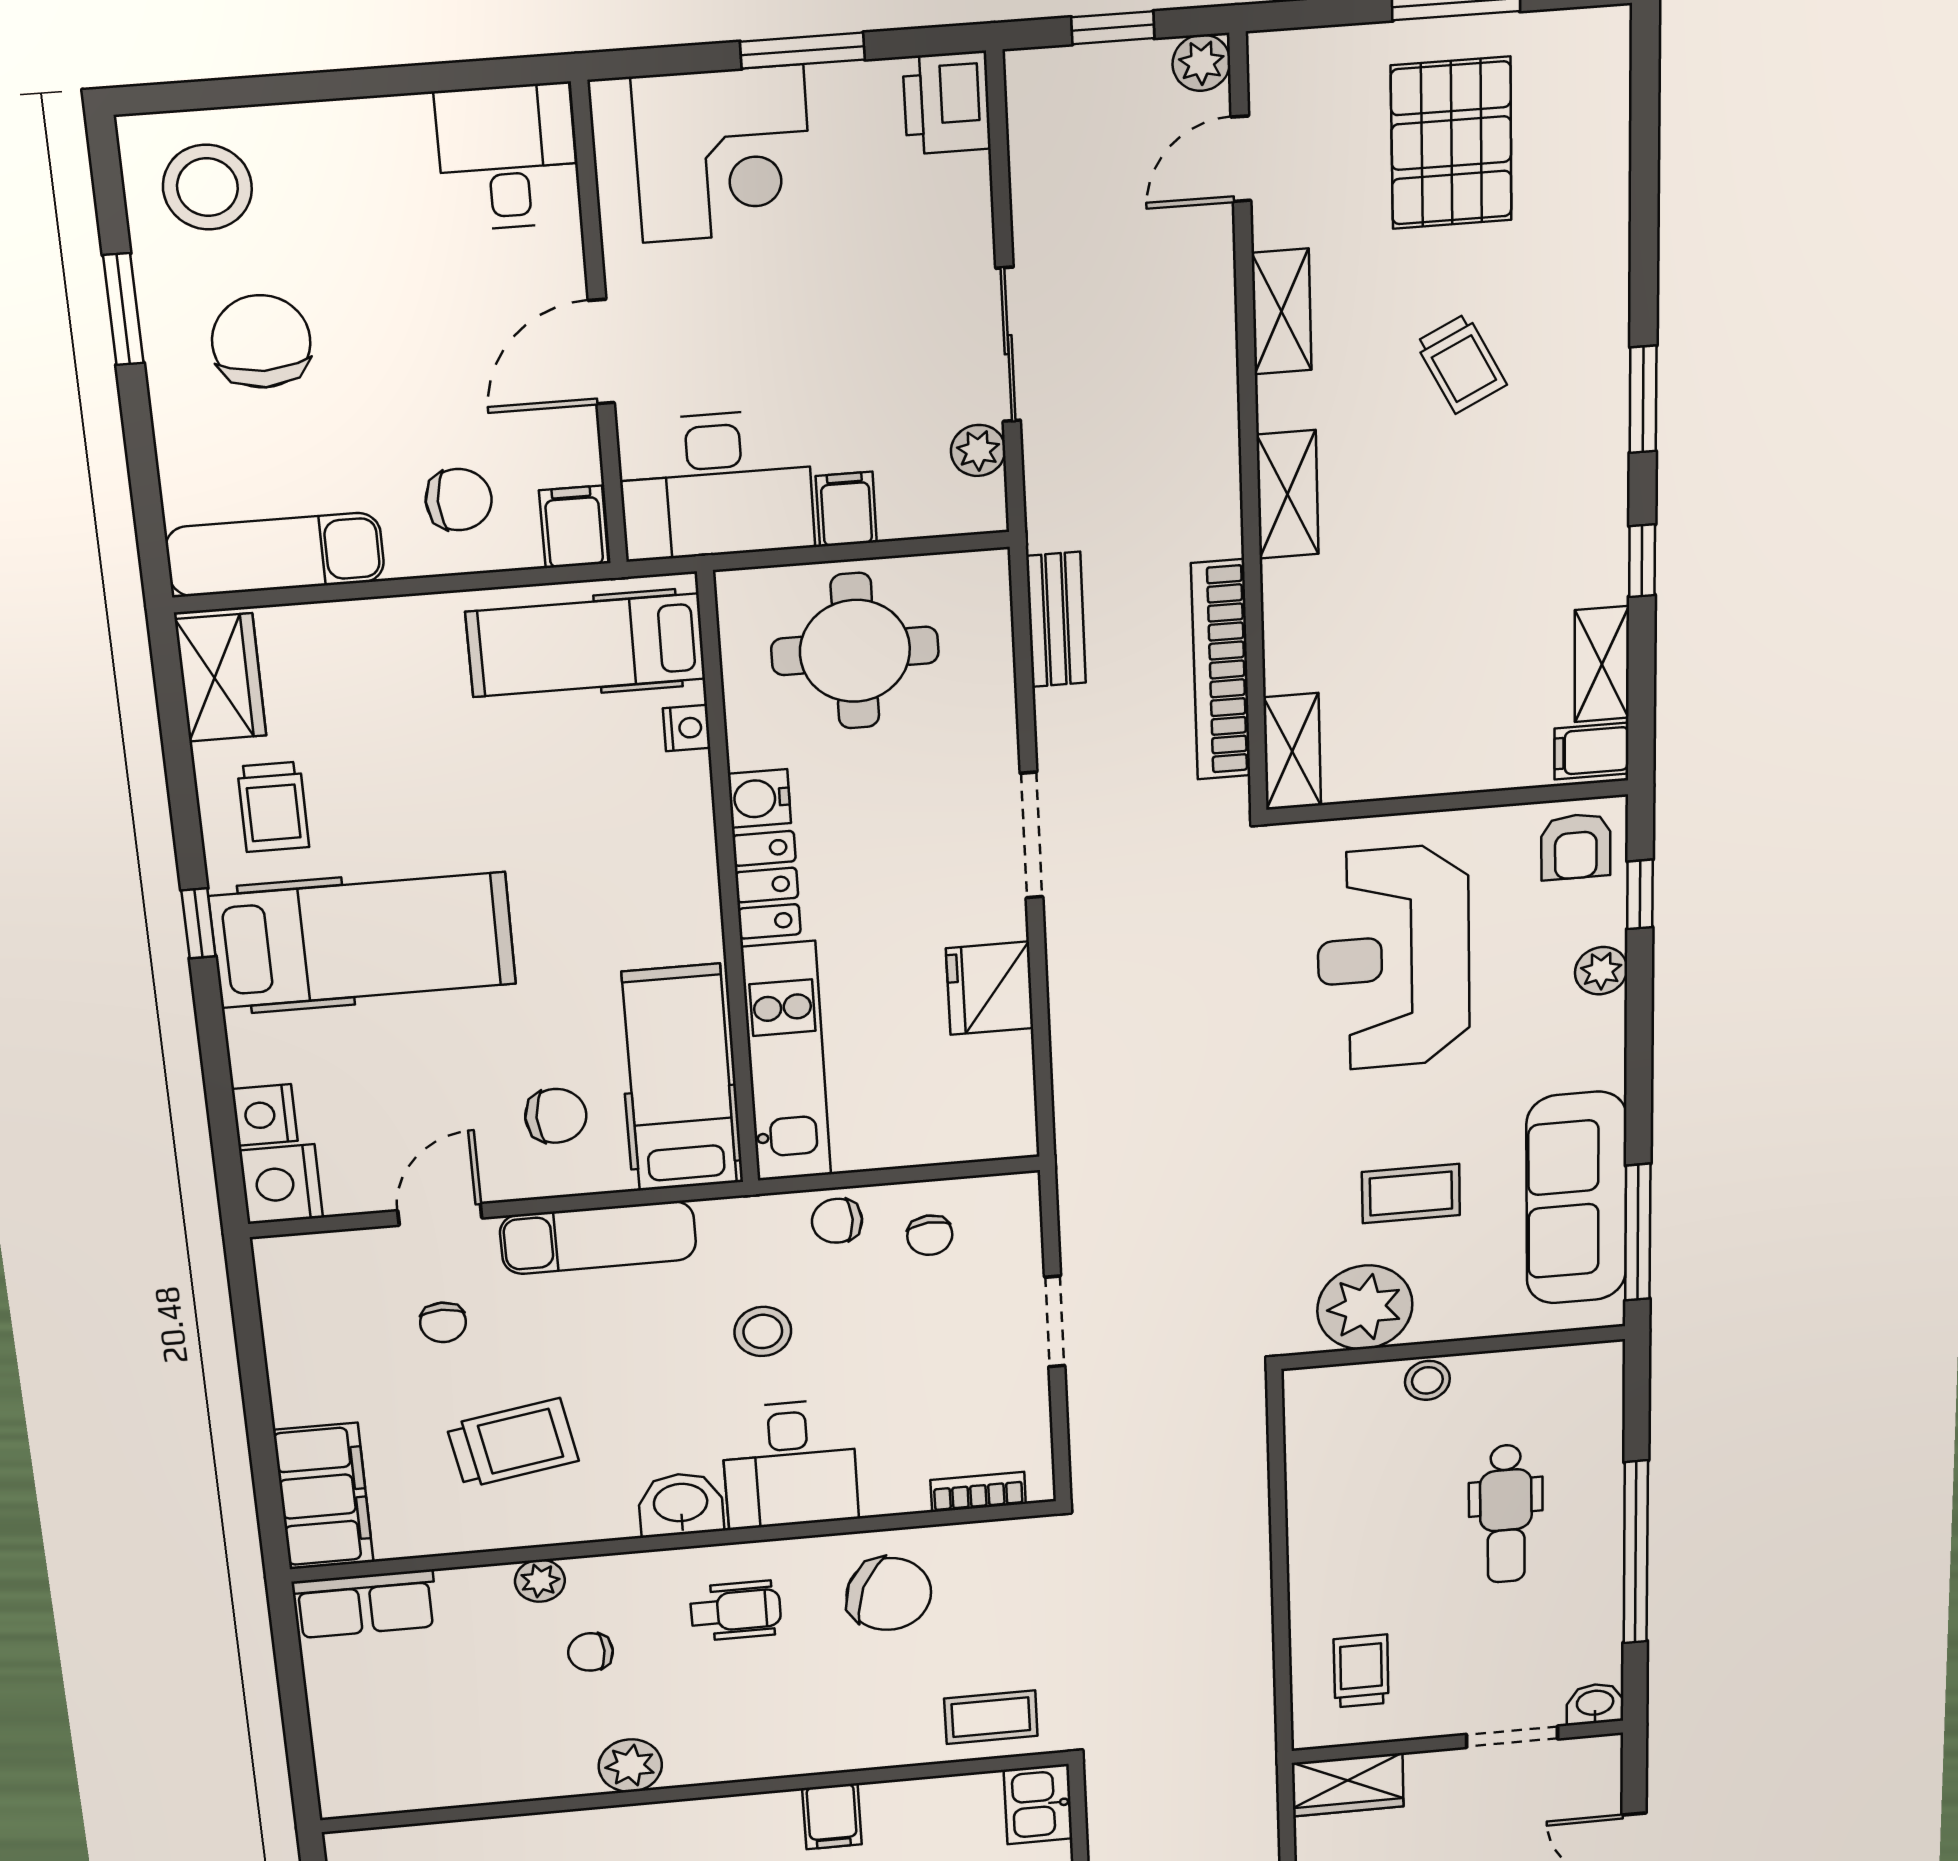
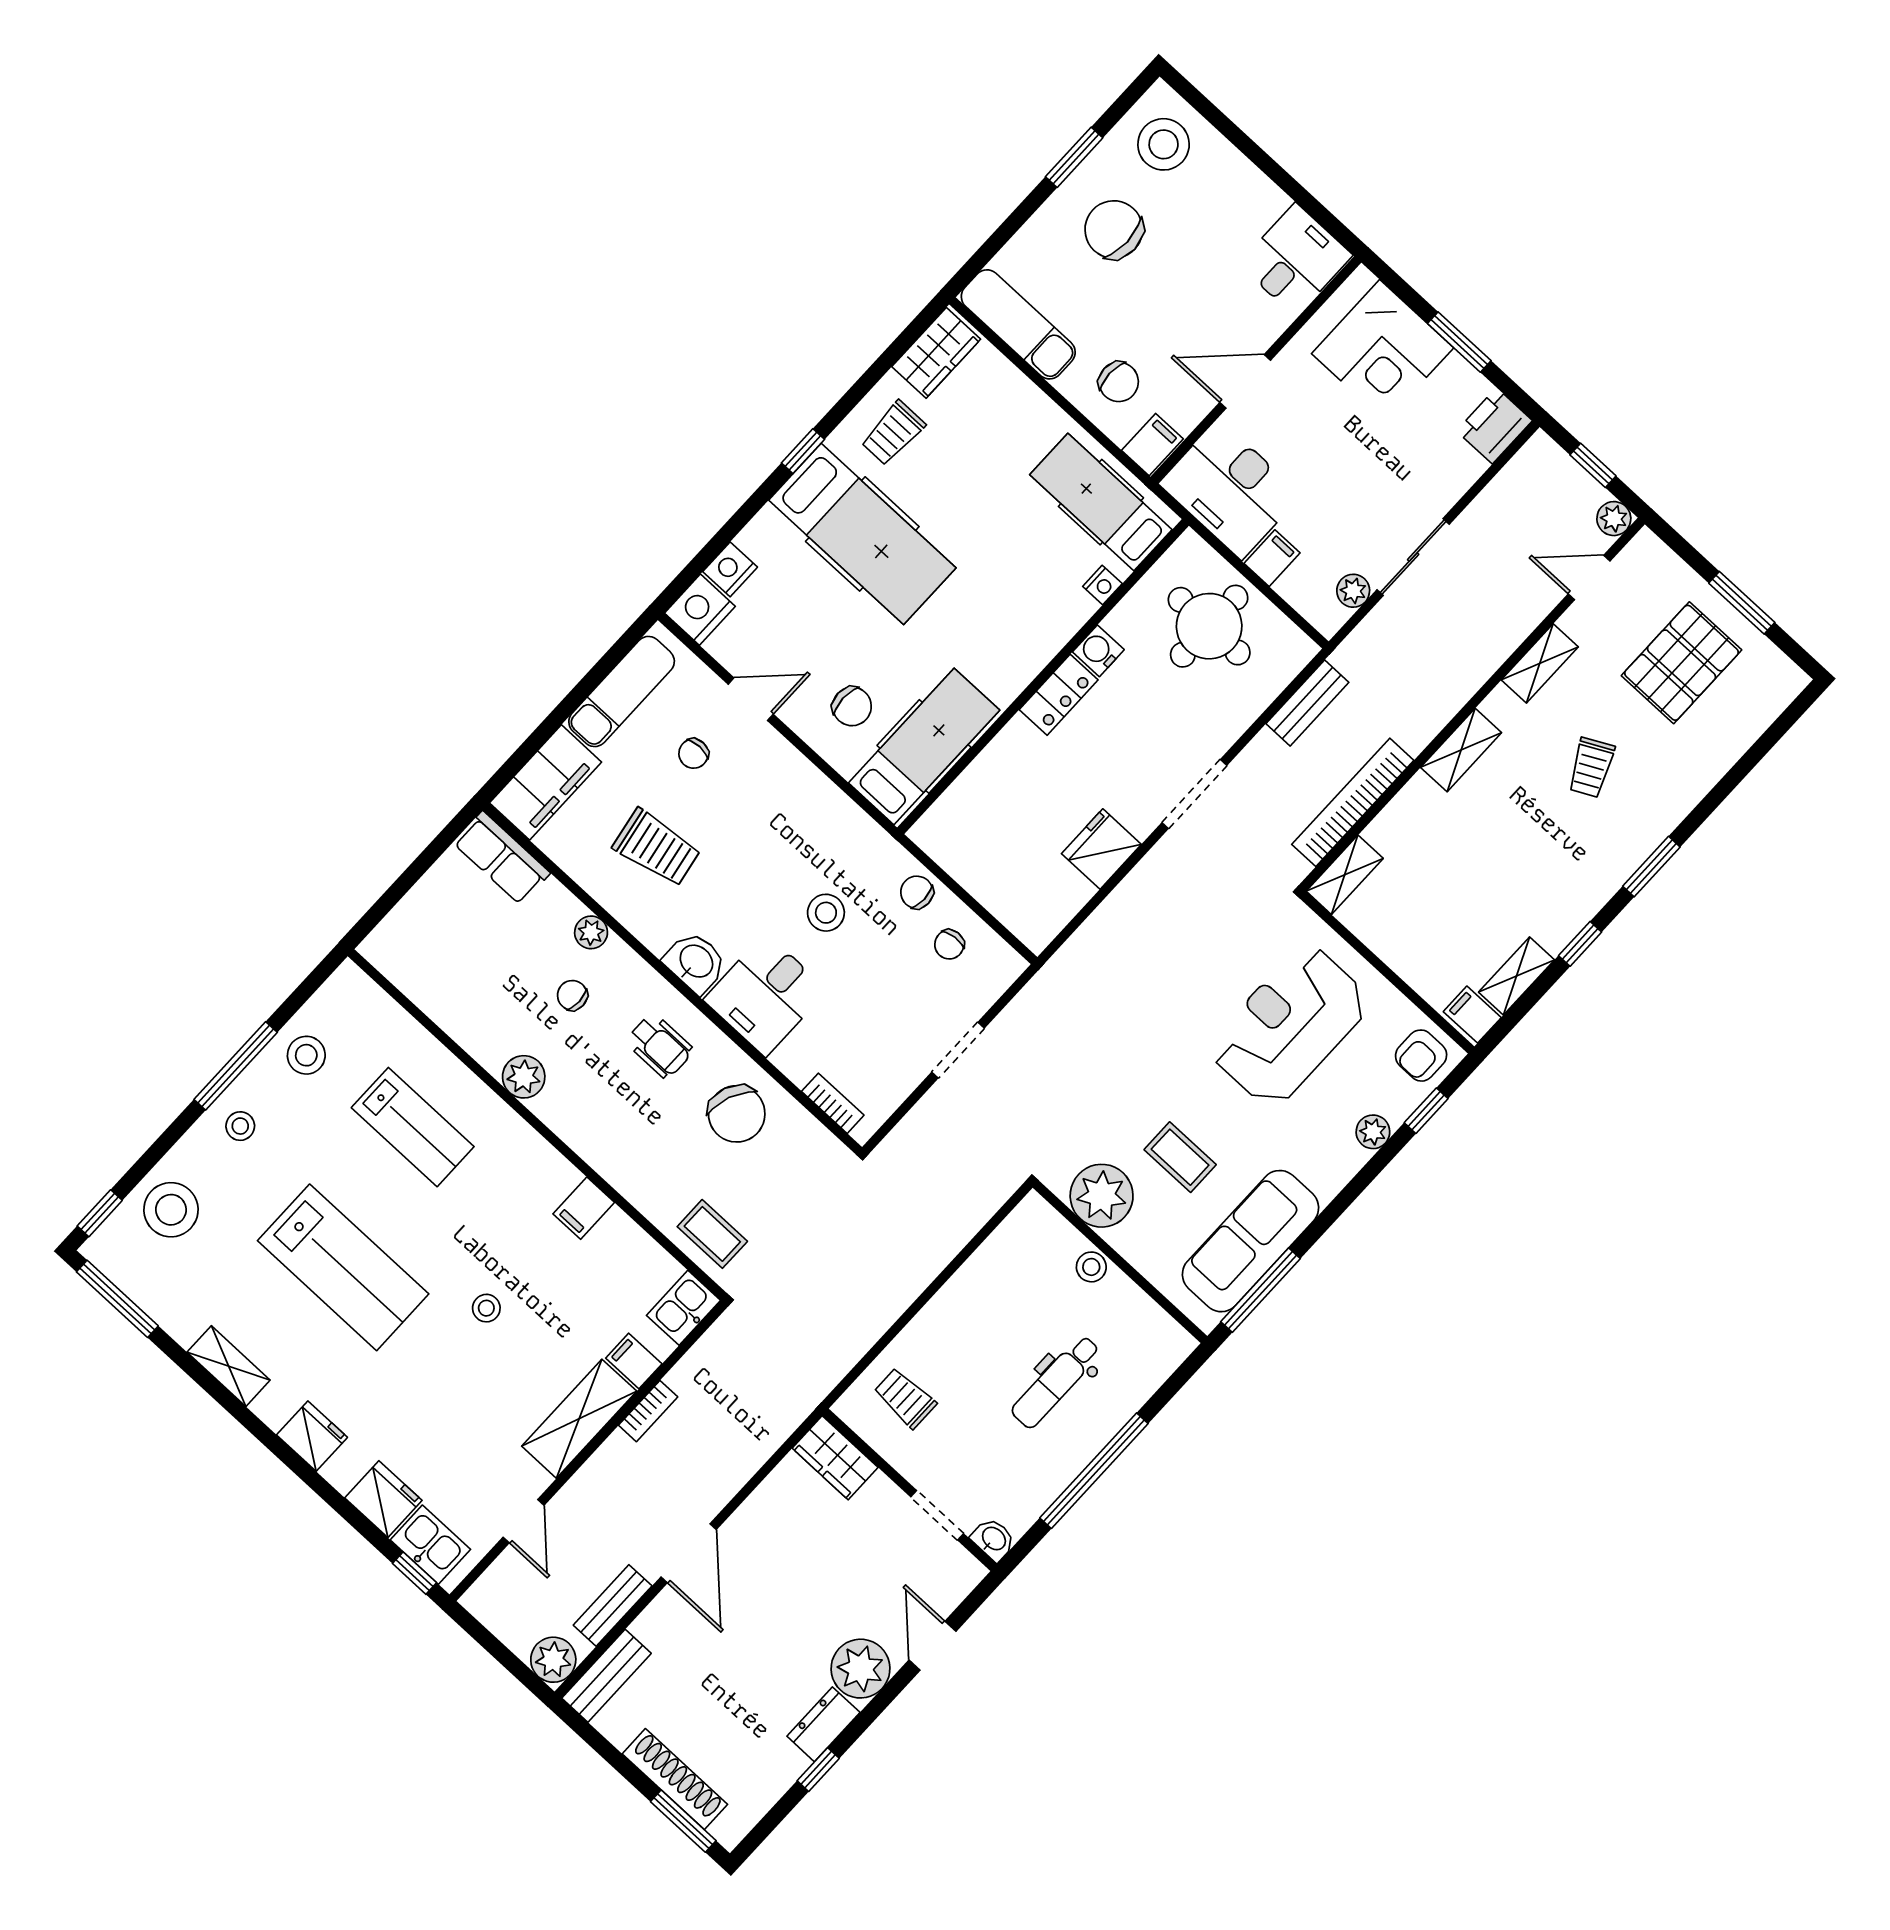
chair: (261, 341) -> (1114, 230), turned -90
kitchen unit: (786, 1062) -> (978, 789), removed
exam couch: (598, 1238) -> (622, 692), moved, turned -90
trolley: (1361, 1671) -> (905, 1398), turned -90

